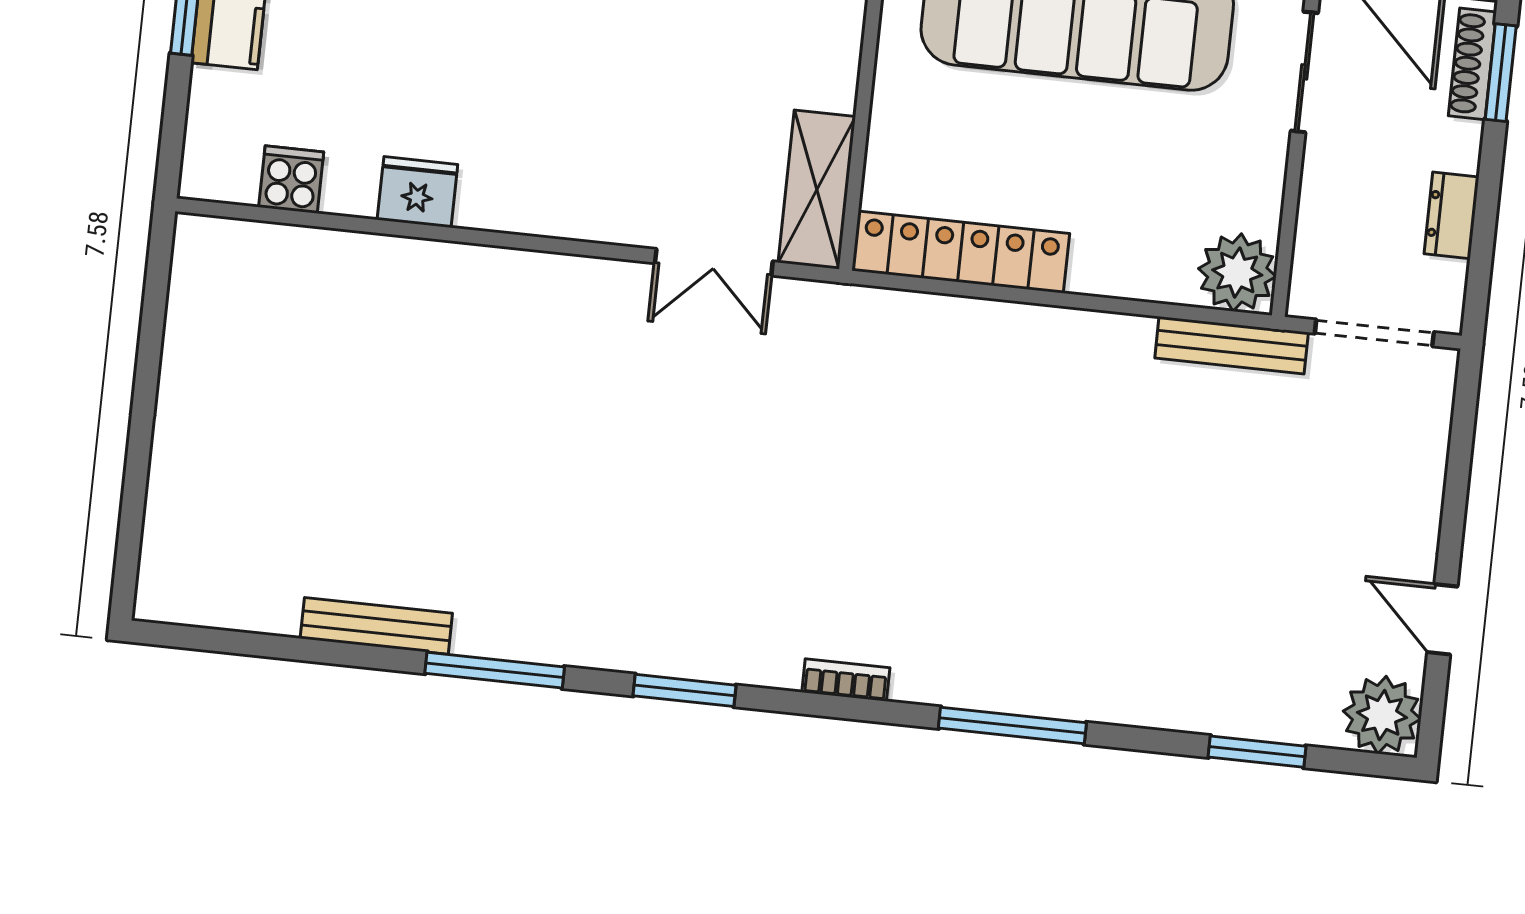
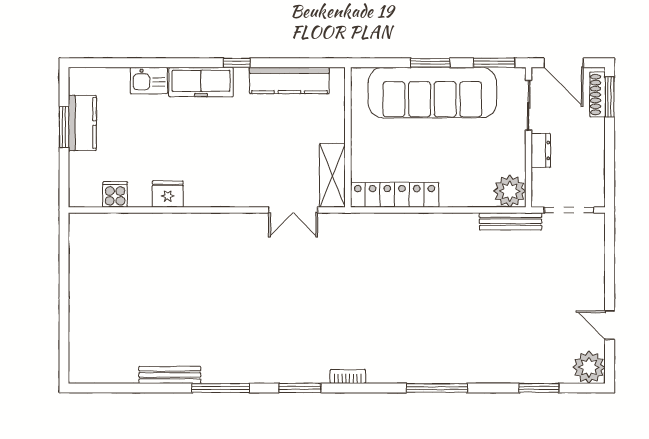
dresser: (1451, 215) -> (541, 150), moved, turned 180
bookcase: (846, 680) -> (348, 377), moved

